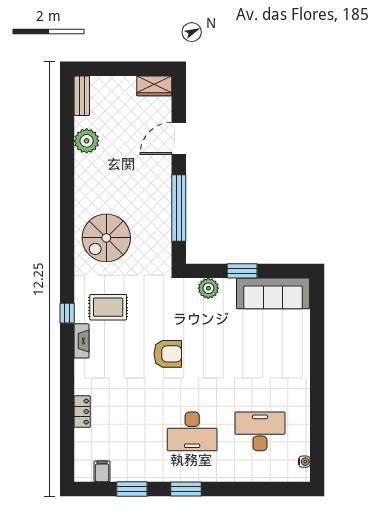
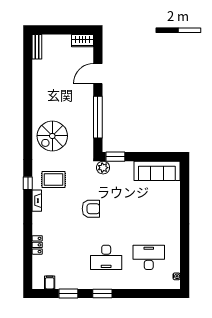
plant: (87, 141) -> (40, 75), removed
window: (242, 271) -> (115, 157), moved
plant: (208, 288) -> (103, 168), moved

